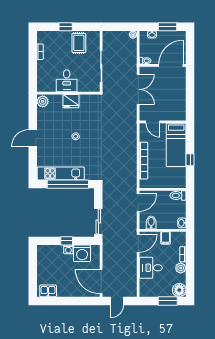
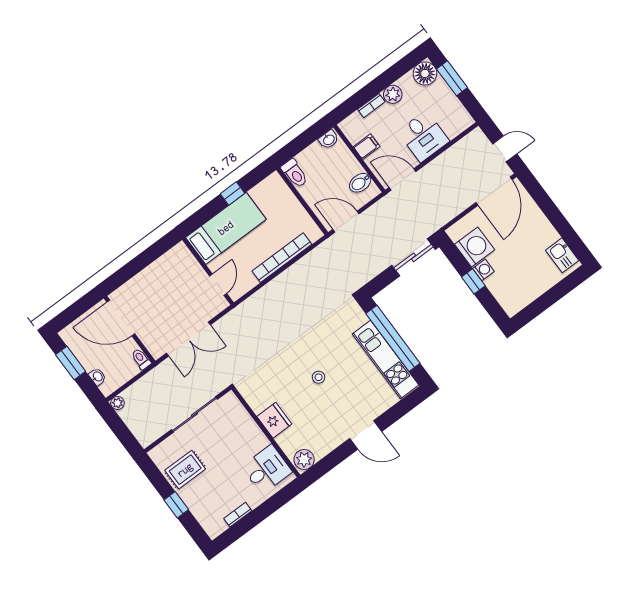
desk: (67, 81) -> (267, 469), moved
double door: (138, 89) -> (188, 339), swing flipped

